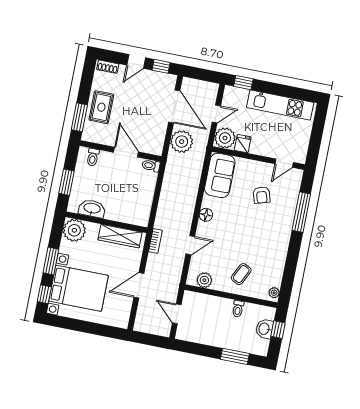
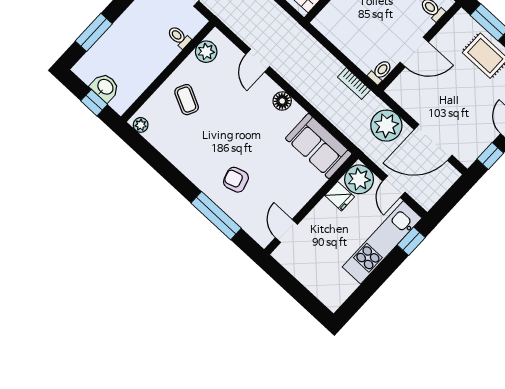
kitchen unit: (280, 105) -> (382, 242), moved
armchair: (262, 195) -> (236, 180), moved
bookcase: (155, 241) -> (354, 83), moved
toilet: (238, 309) -> (179, 37), moved

